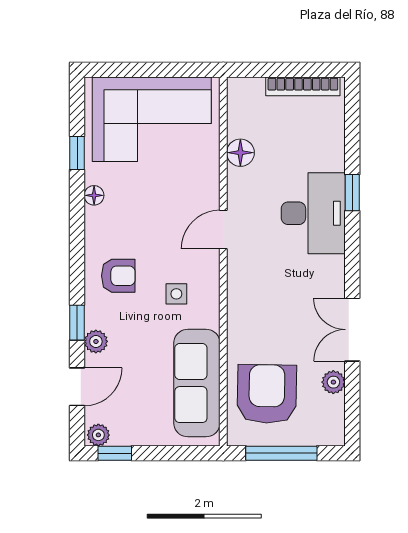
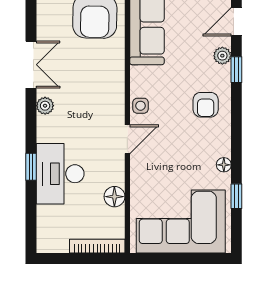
bookcase: (303, 86) -> (97, 246), moved
desk: (313, 213) -> (60, 174), moved
armchair: (118, 276) -> (206, 105), turned -90
side table: (176, 294) -> (141, 106), moved
plant: (333, 382) -> (45, 106), moved

